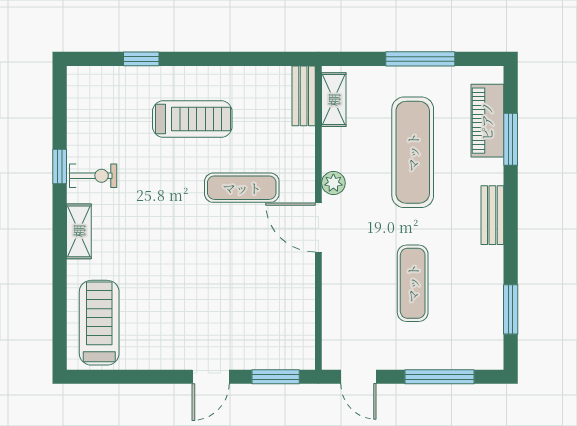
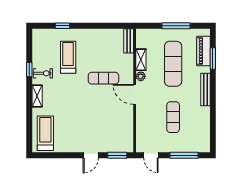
shelving: (334, 100) -> (141, 60), moved
treadmill: (192, 119) -> (68, 57), moved, turned -90
bench: (492, 215) -> (206, 89), width x1.36
window: (511, 309) -> (213, 128), removed

